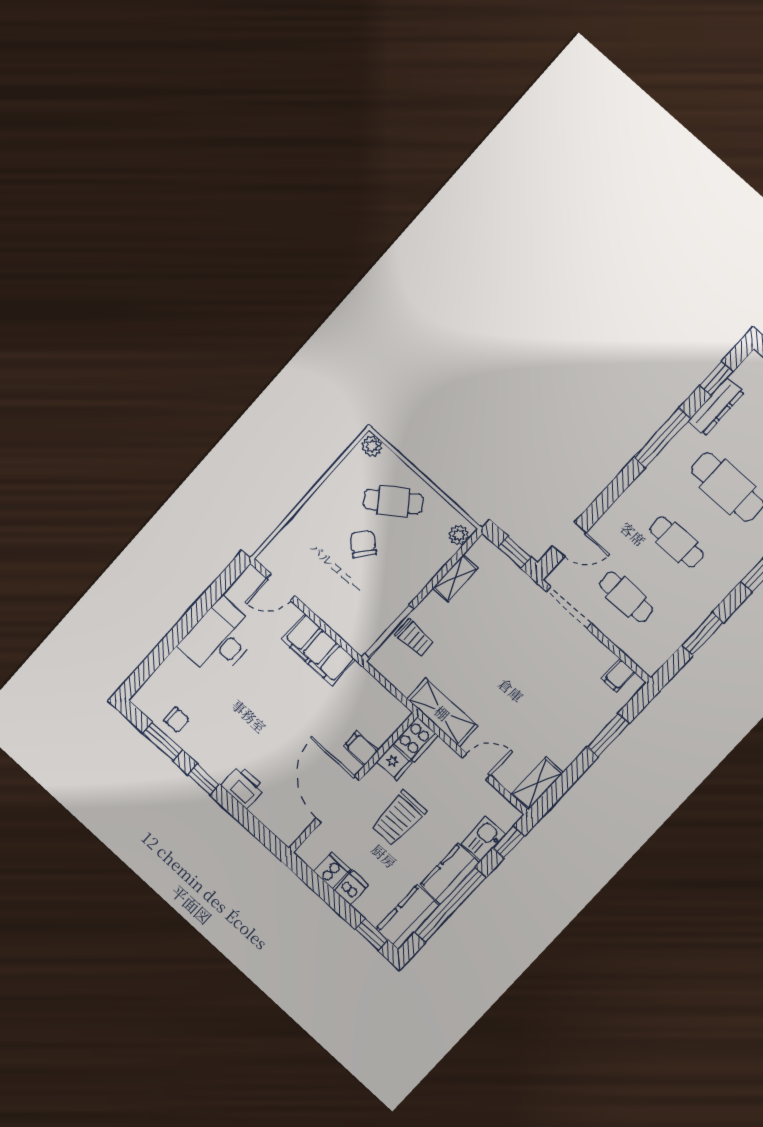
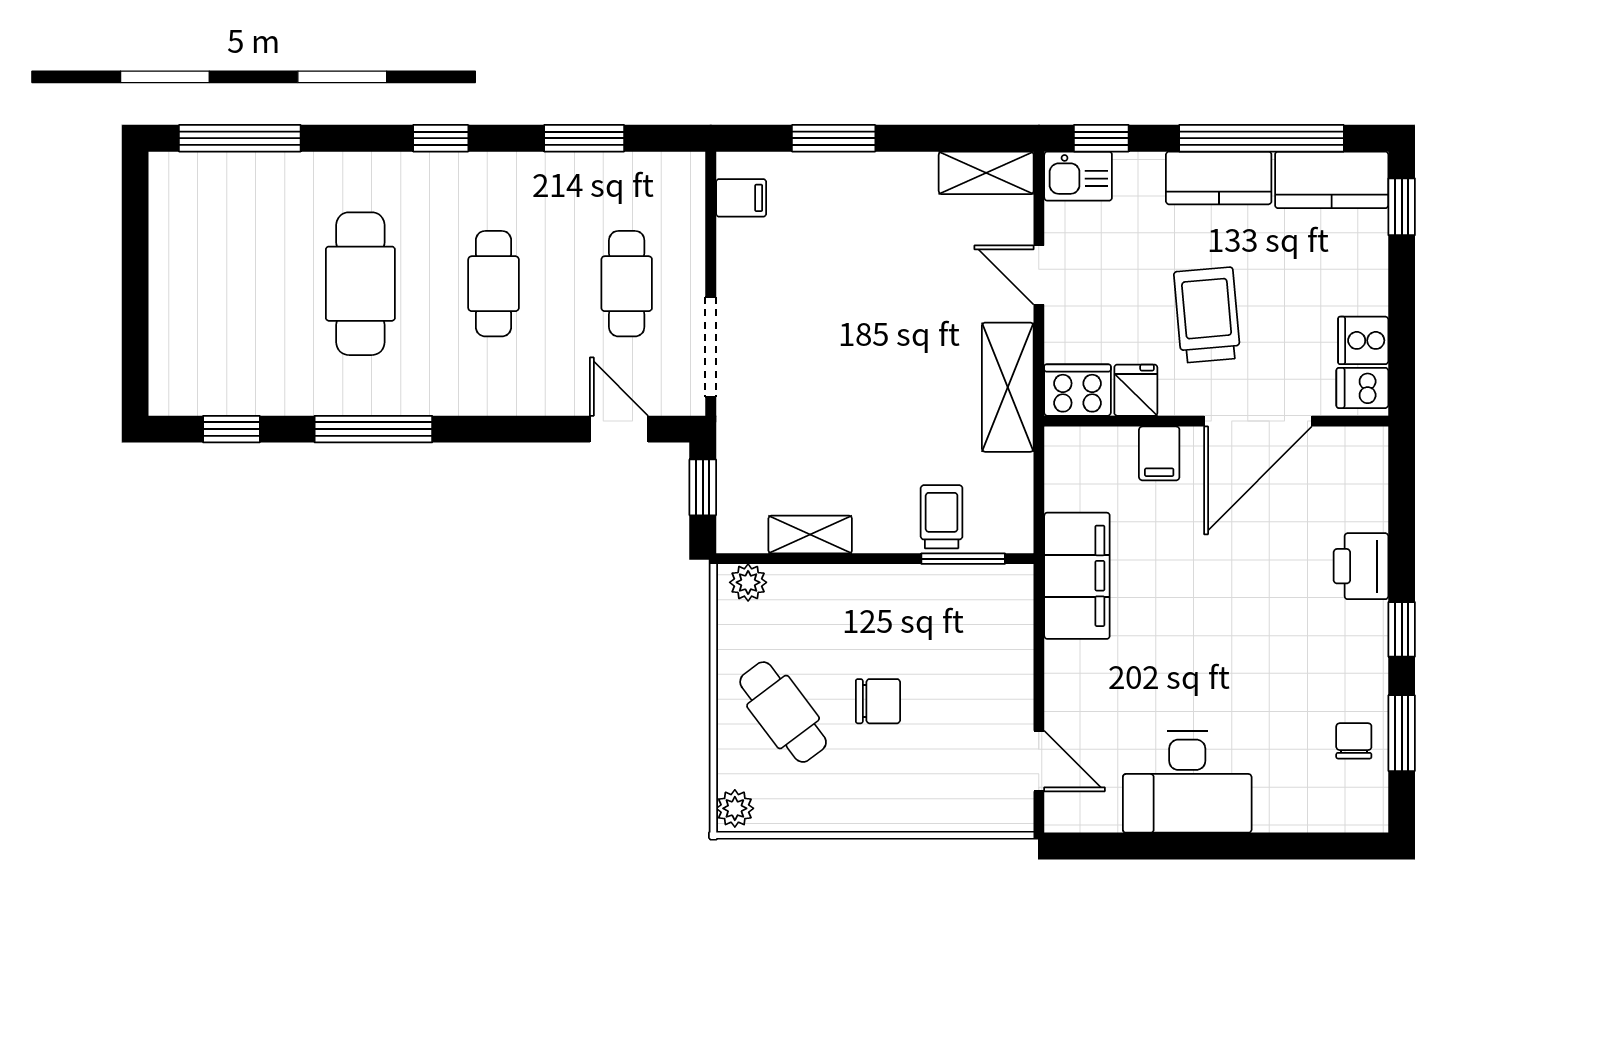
dresser: (716, 407) -> (269, 396), removed
chair: (363, 544) -> (878, 701), turned -130
window: (389, 631) -> (963, 559), width x0.69
filing cabinet: (318, 650) -> (1077, 576), moved
trolley: (399, 818) -> (1207, 315), turned -95
kitchen sink: (483, 839) -> (1078, 176), moved
dishwasher: (351, 888) -> (1362, 388), moved

